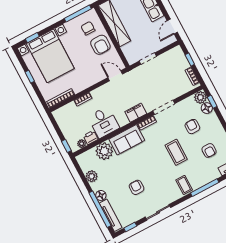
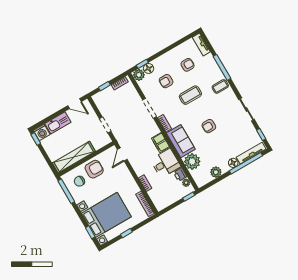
filing cabinet: (136, 113) -> (161, 143), moved
armchair: (137, 187) -> (209, 126), moved

